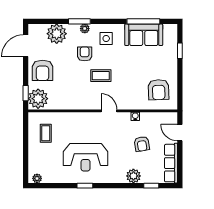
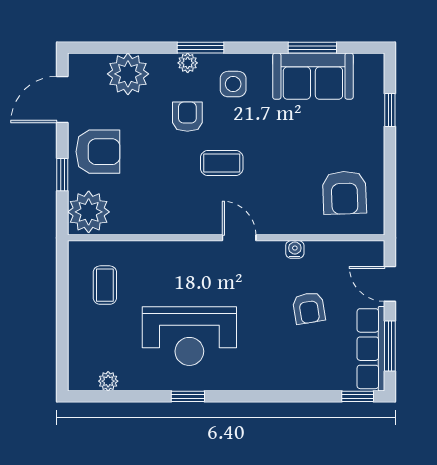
window: (79, 21) -> (201, 48), moved
window: (143, 21) -> (312, 48), width x0.69
armchair: (43, 70) -> (98, 152), turned -90
window: (26, 93) -> (62, 175), moved
window: (180, 162) -> (390, 346), added
plant: (133, 176) -> (291, 376), removed
plant: (37, 178) -> (108, 381), moved
window: (151, 186) -> (358, 396), moved

